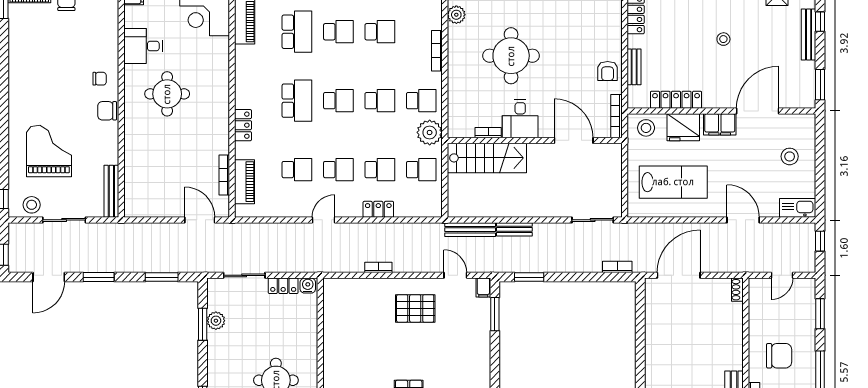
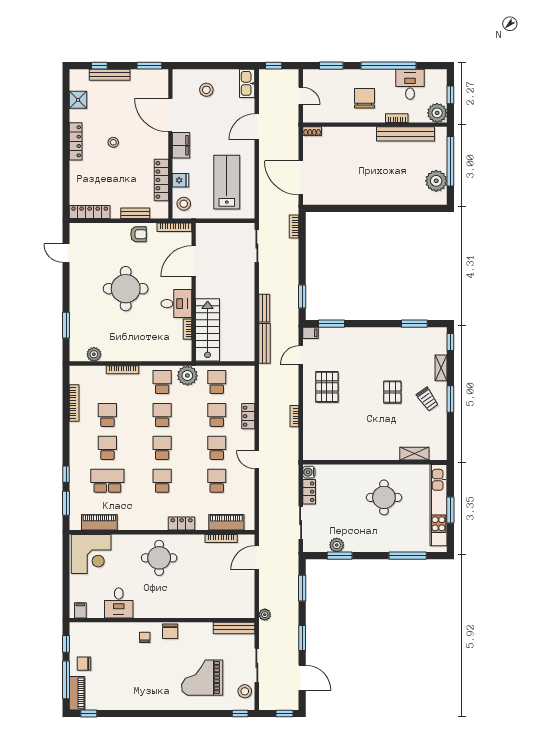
round table: (511, 56) -> (126, 289), moved
round table: (167, 94) -> (159, 558), moved
school desk: (297, 101) -> (162, 481), width x0.54
fridge: (683, 127) -> (180, 180), width x0.53, depth x0.75
plant: (128, 230) -> (265, 615), added

